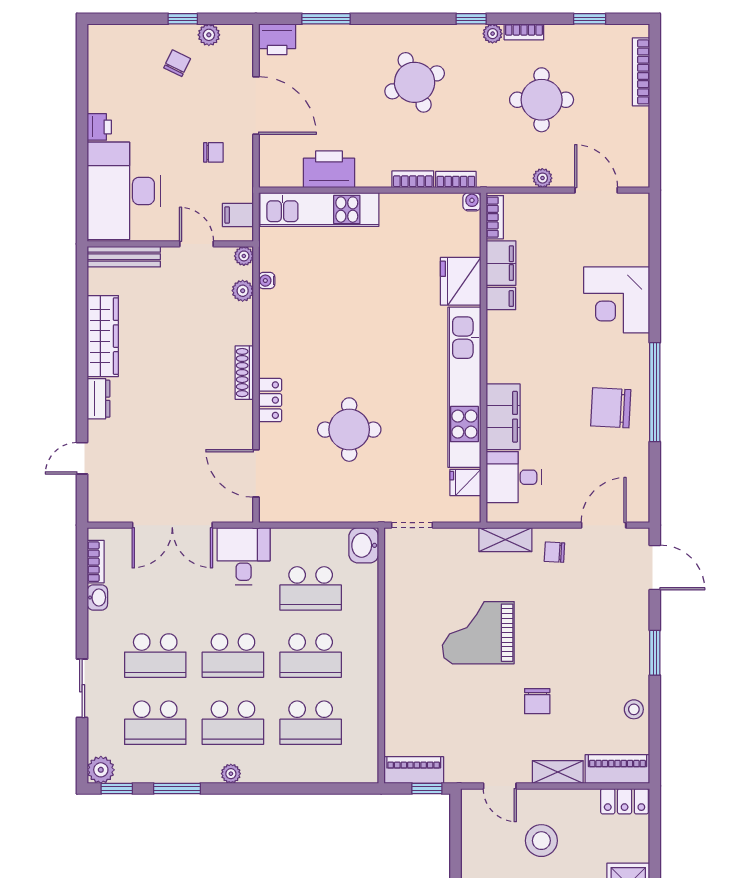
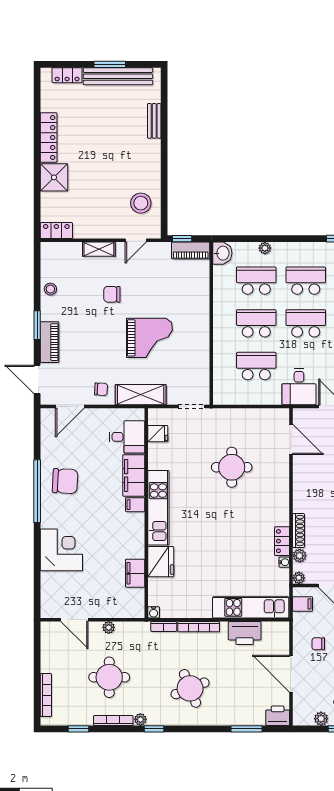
bookcase: (524, 32) -> (113, 721), width x1.56
bookcase: (413, 179) -> (199, 627), width x1.56
bookcase: (495, 217) -> (139, 603), removed
filing cabinet: (501, 299) -> (135, 505), moved
shoe rack: (244, 373) -> (299, 530), moved
kitchen unit: (464, 387) -> (158, 508), width x0.73
locker: (270, 400) -> (282, 541), moved
shelving: (505, 540) -> (141, 395), width x1.50, depth x1.33
washbasin: (364, 545) -> (222, 253), moved
chair: (537, 701) -> (112, 294), turned -90
piano: (617, 769) -> (49, 342), moved, turned -90
plant: (231, 774) -> (265, 248), moved
door: (500, 786) -> (136, 240), swing flipped
stool: (541, 841) -> (141, 203), moved

